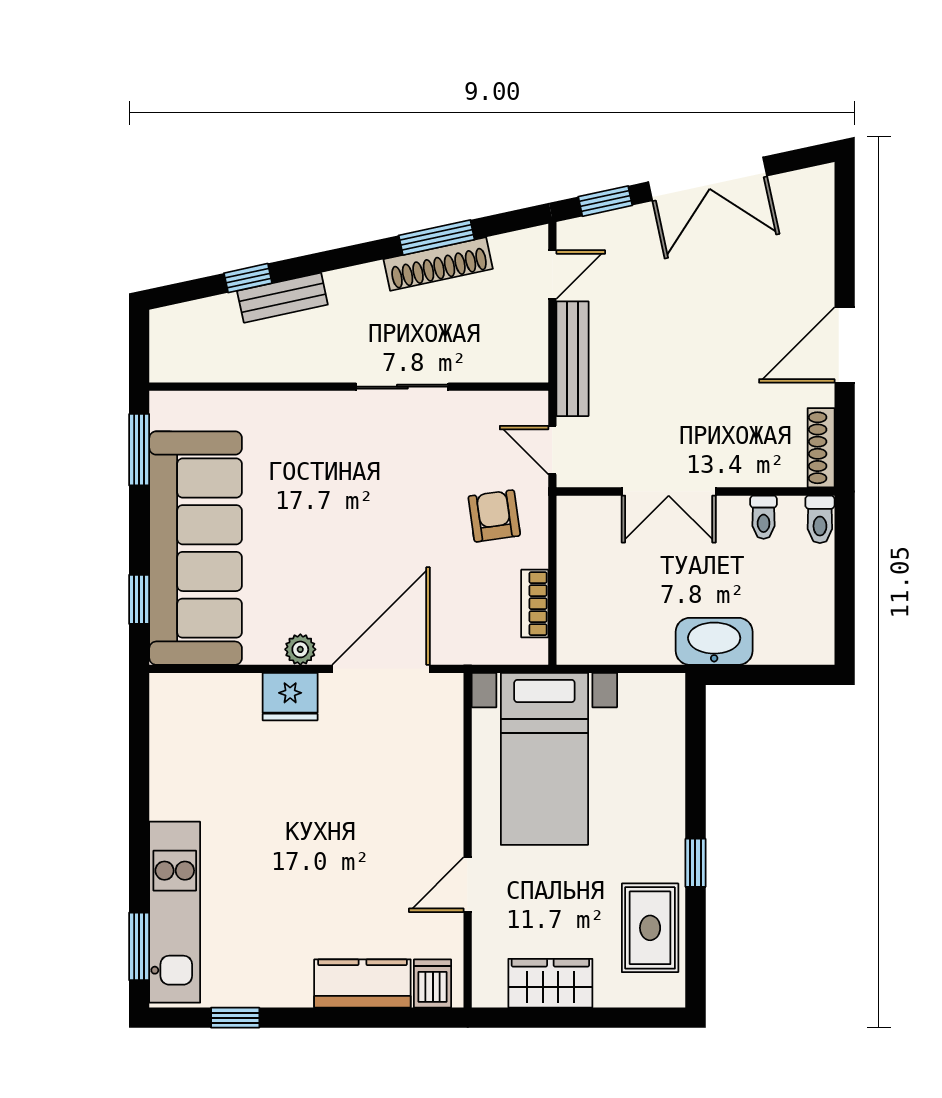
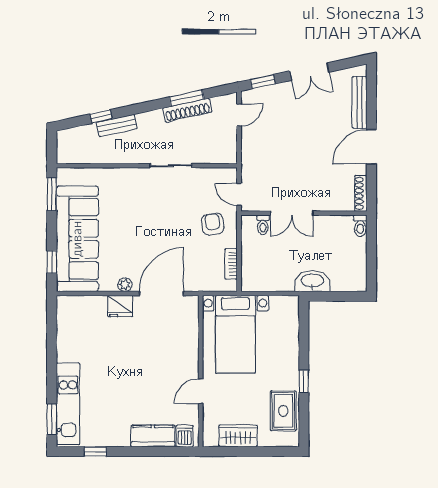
double door: (708, 179) -> (309, 72), width x0.73
bench: (572, 359) -> (360, 102), moved
toilet: (764, 517) -> (263, 225), moved

